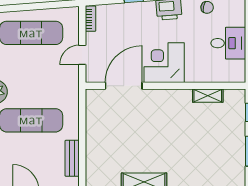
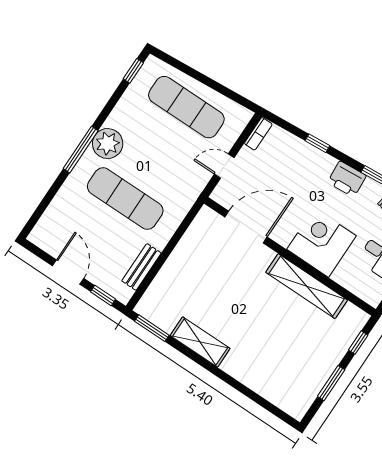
corner desk: (164, 63) -> (322, 243), moved
shelving: (208, 96) -> (307, 286), width x2.20, depth x1.33

